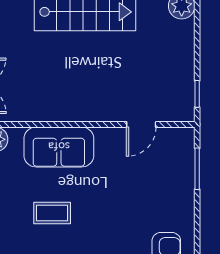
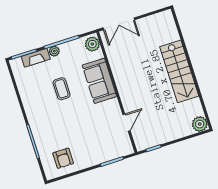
door: (141, 125) -> (127, 123), swing flipped

